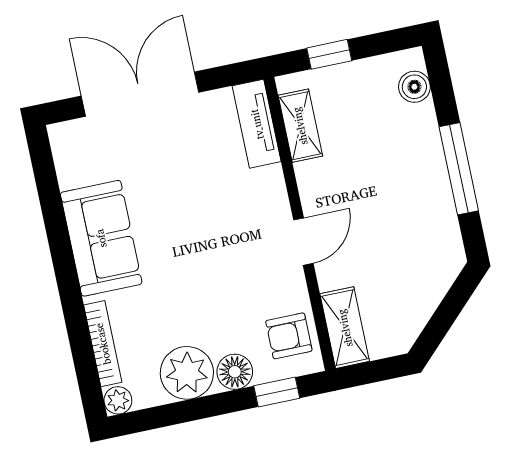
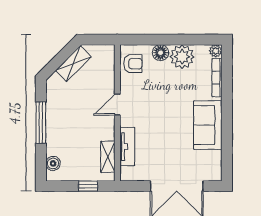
tv unit: (257, 124) -> (127, 146), moved
shelving: (345, 328) -> (73, 64), moved, turned 45
window: (277, 392) -> (144, 40), removed

